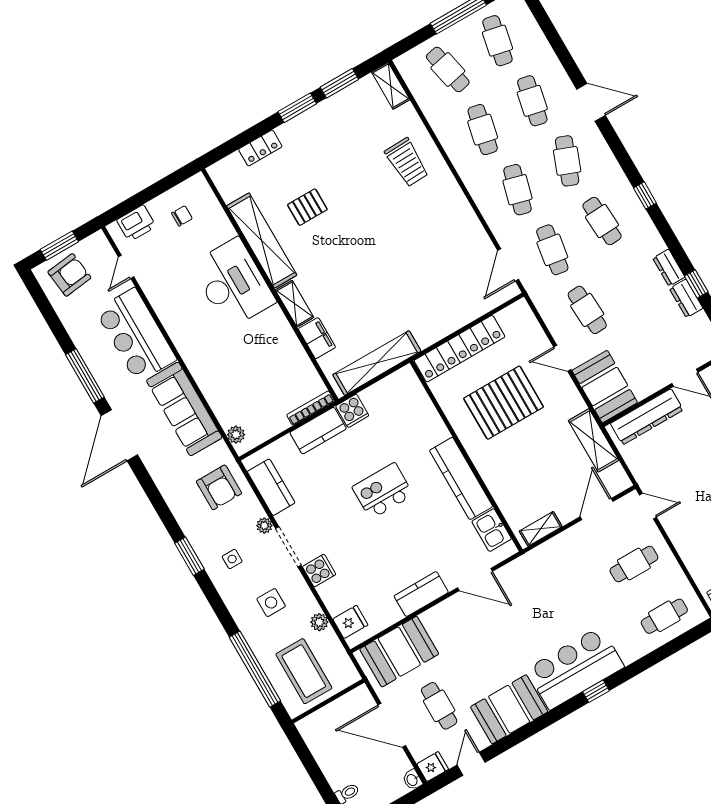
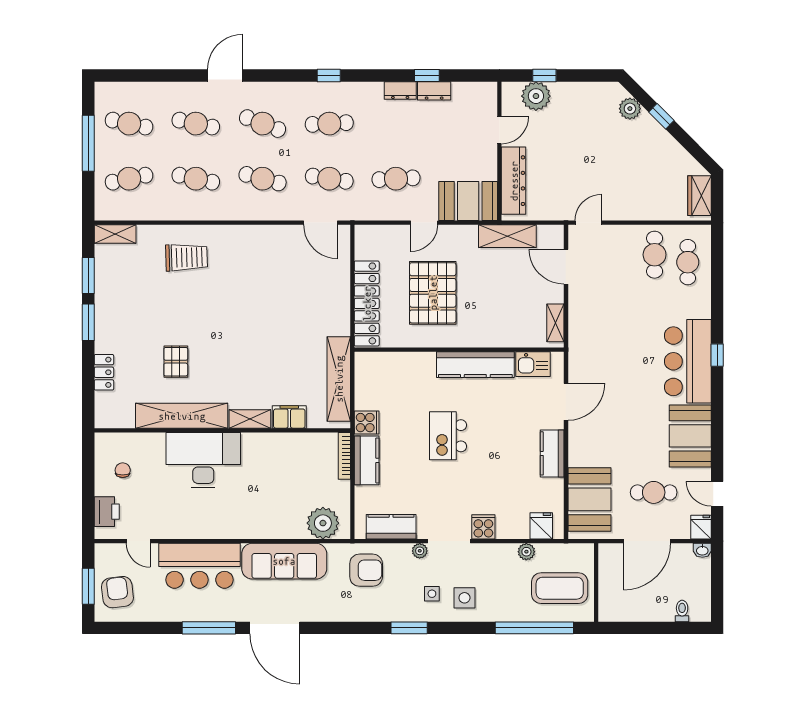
plant: (236, 435) -> (323, 523), width x1.88, depth x1.88
cafe table: (634, 564) -> (655, 255), moved
side table: (271, 603) -> (464, 598), moved

